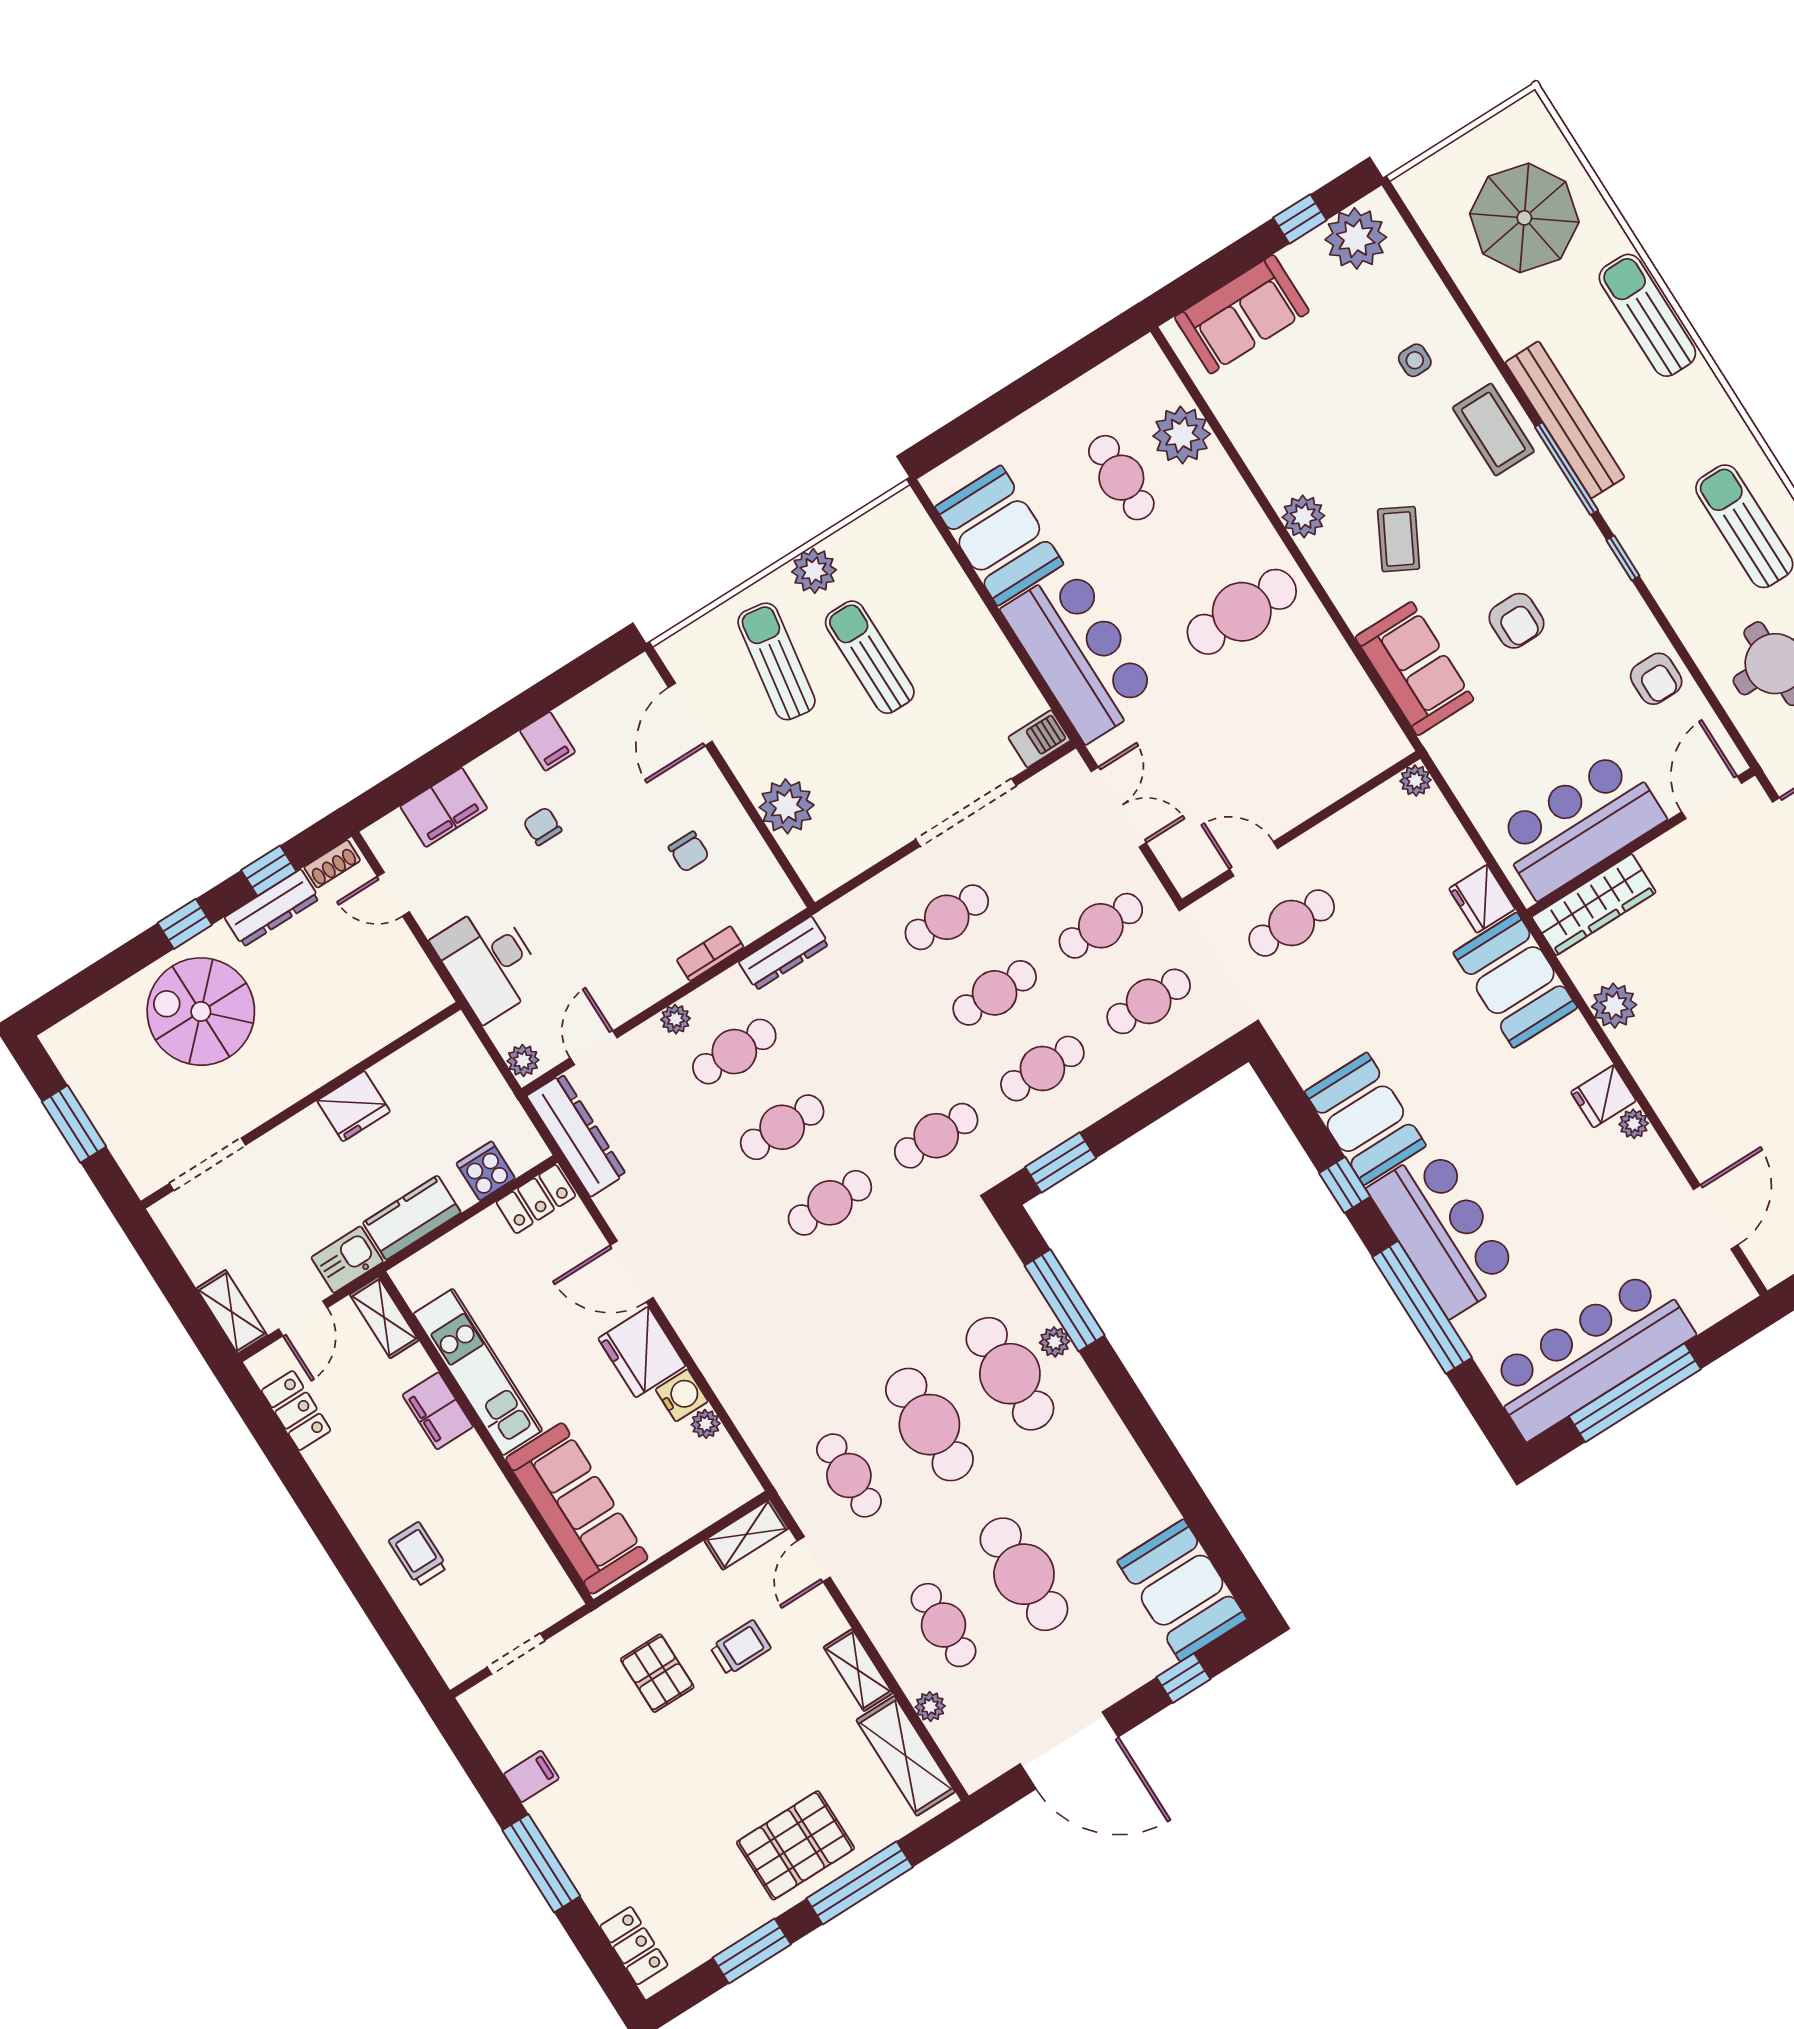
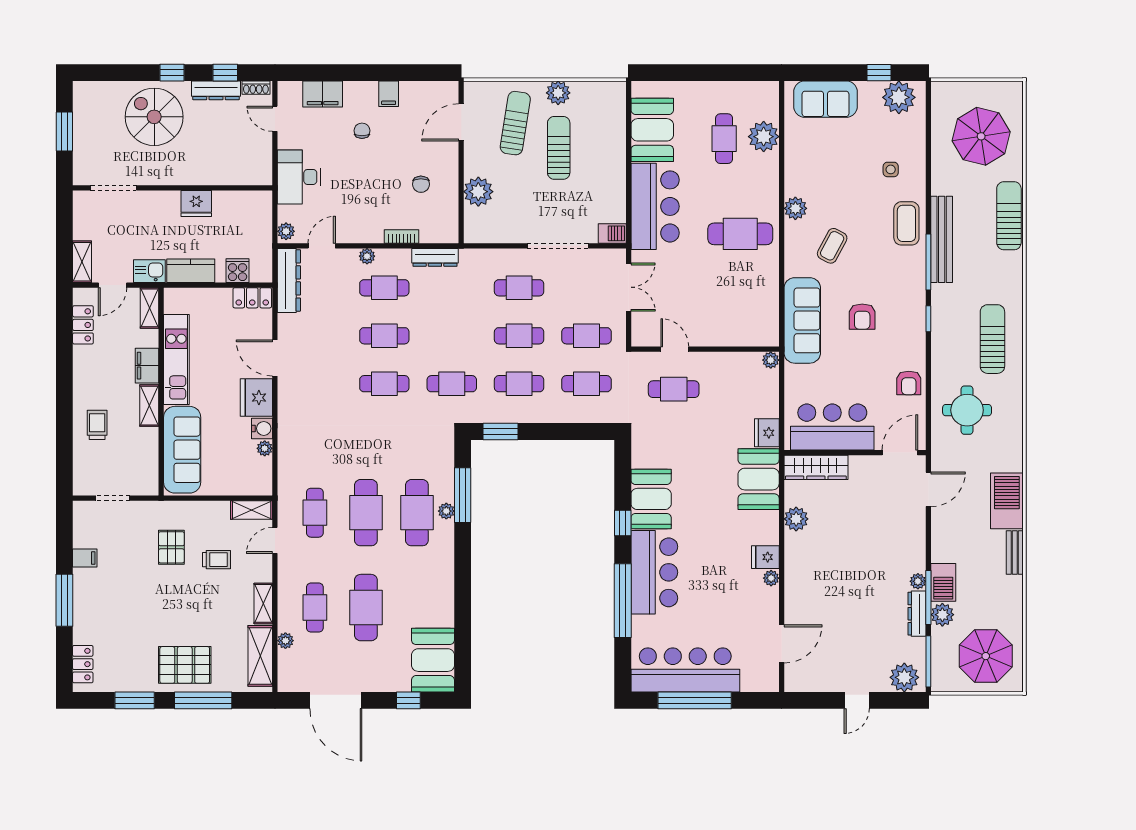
sofa: (1414, 669) -> (802, 320), width x1.36
shelving: (481, 1472) -> (149, 406), added

